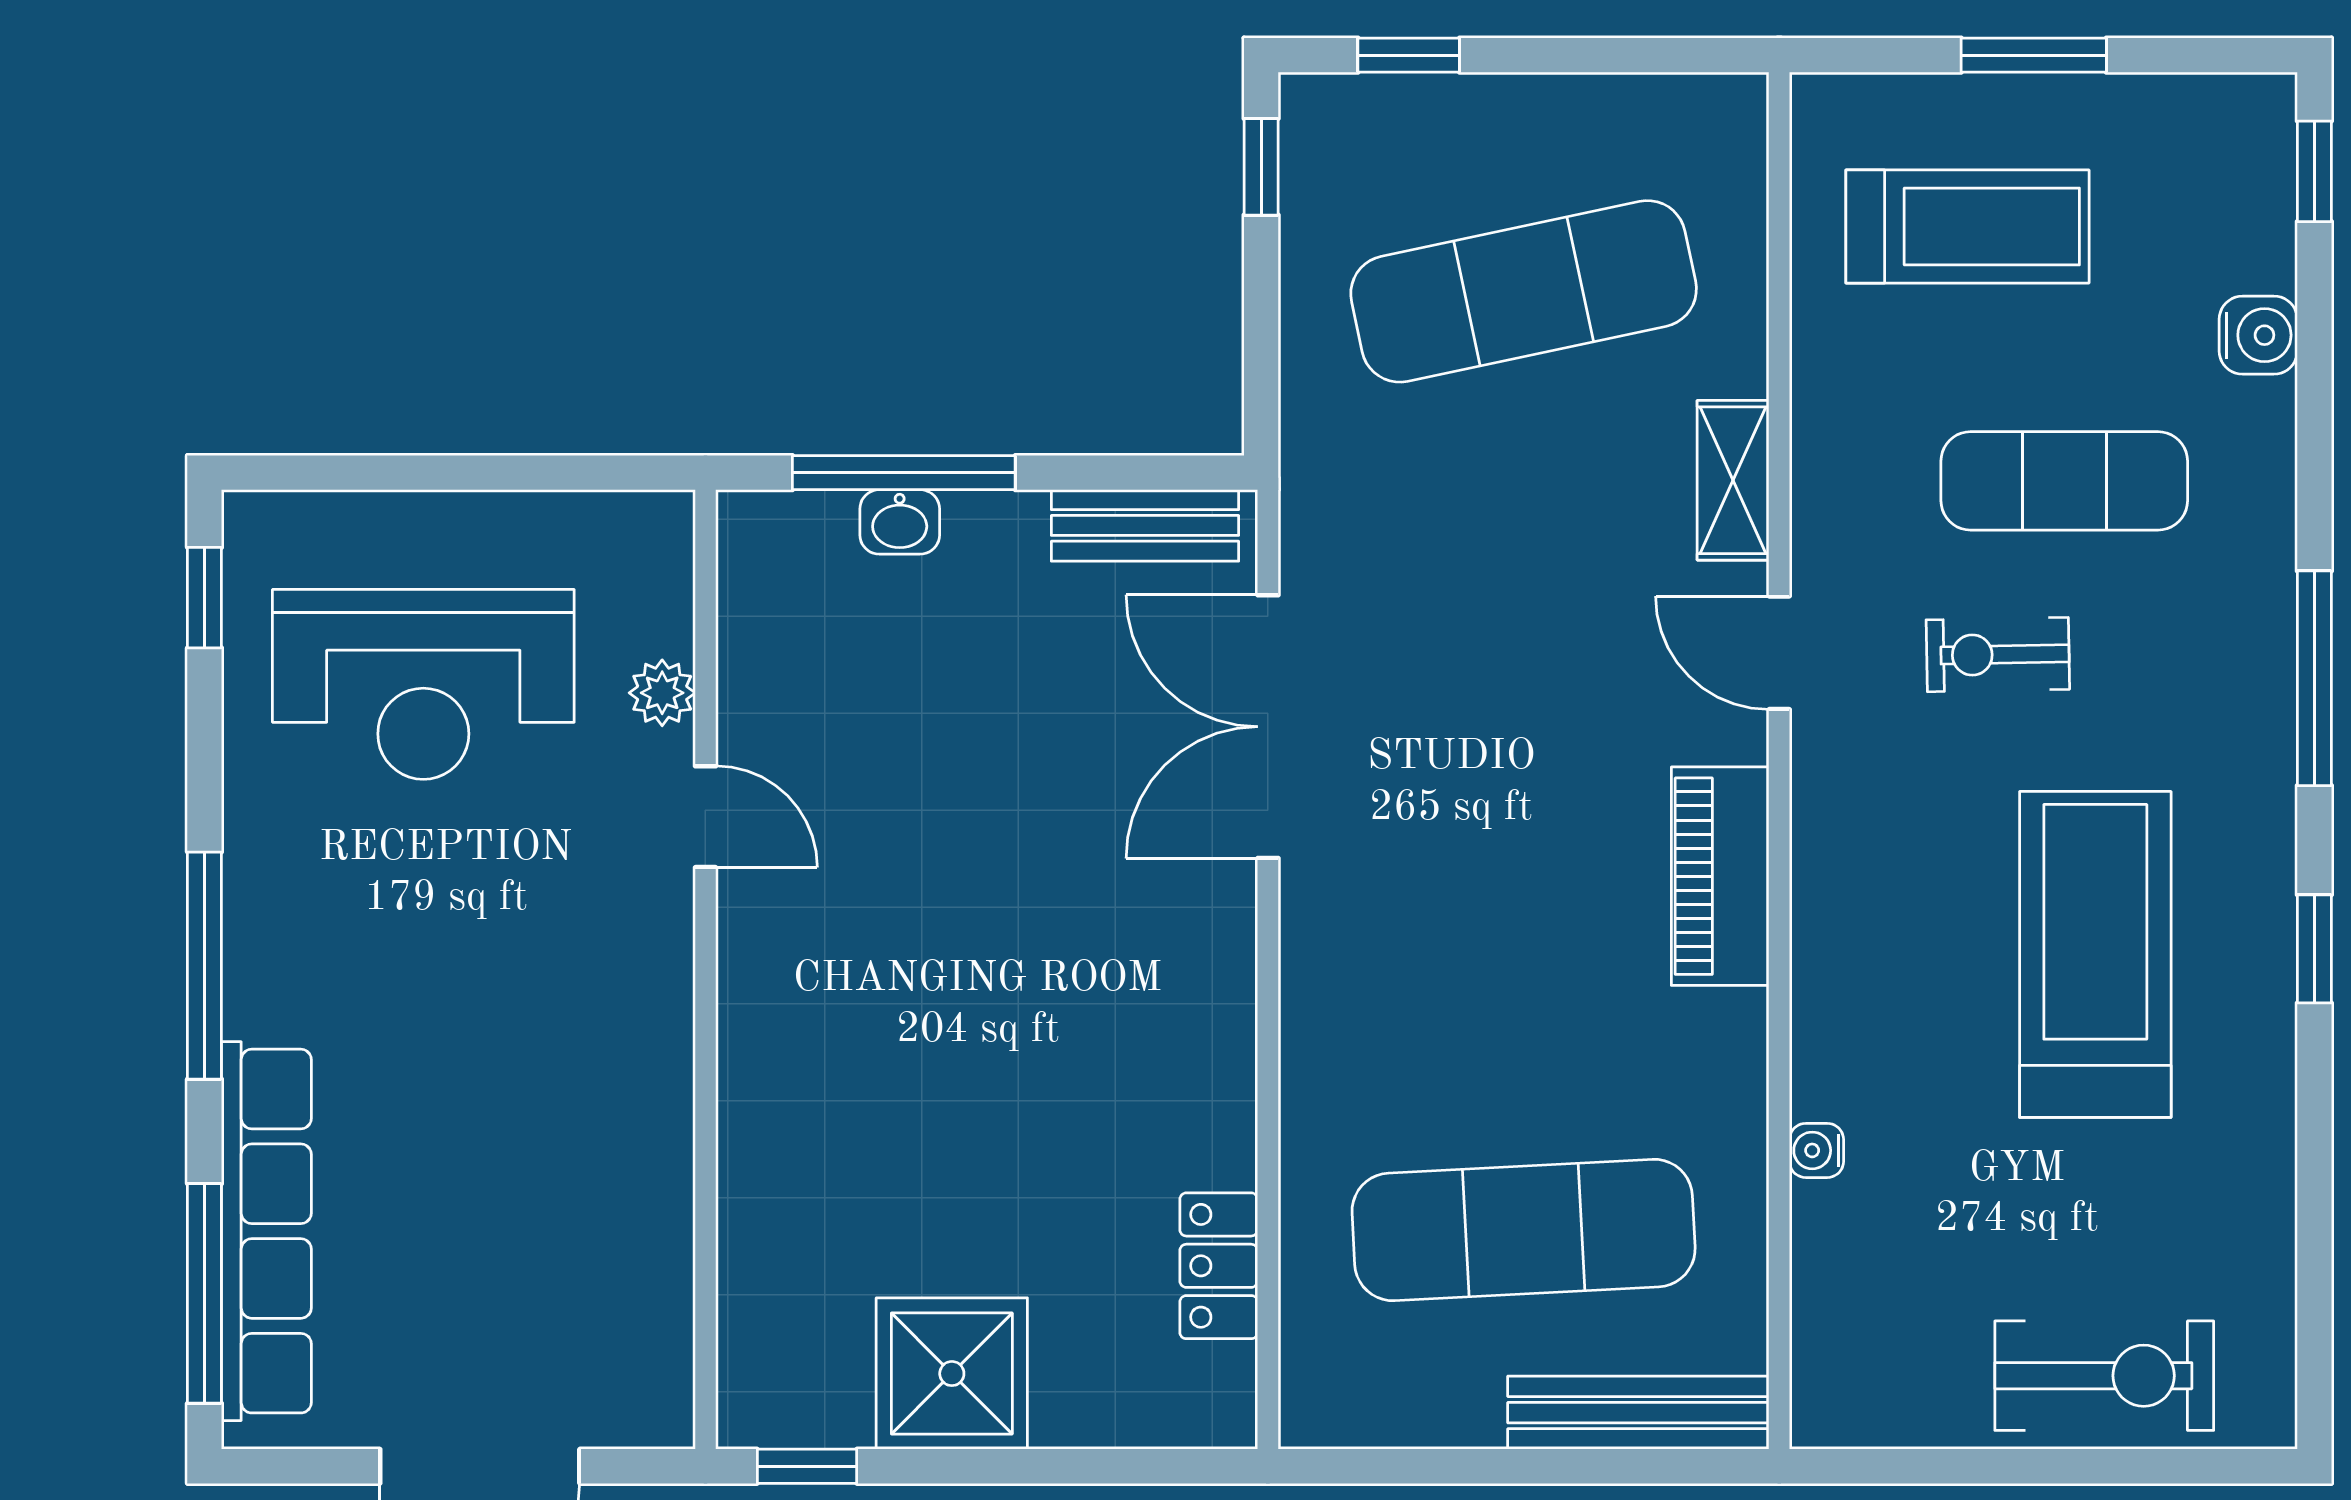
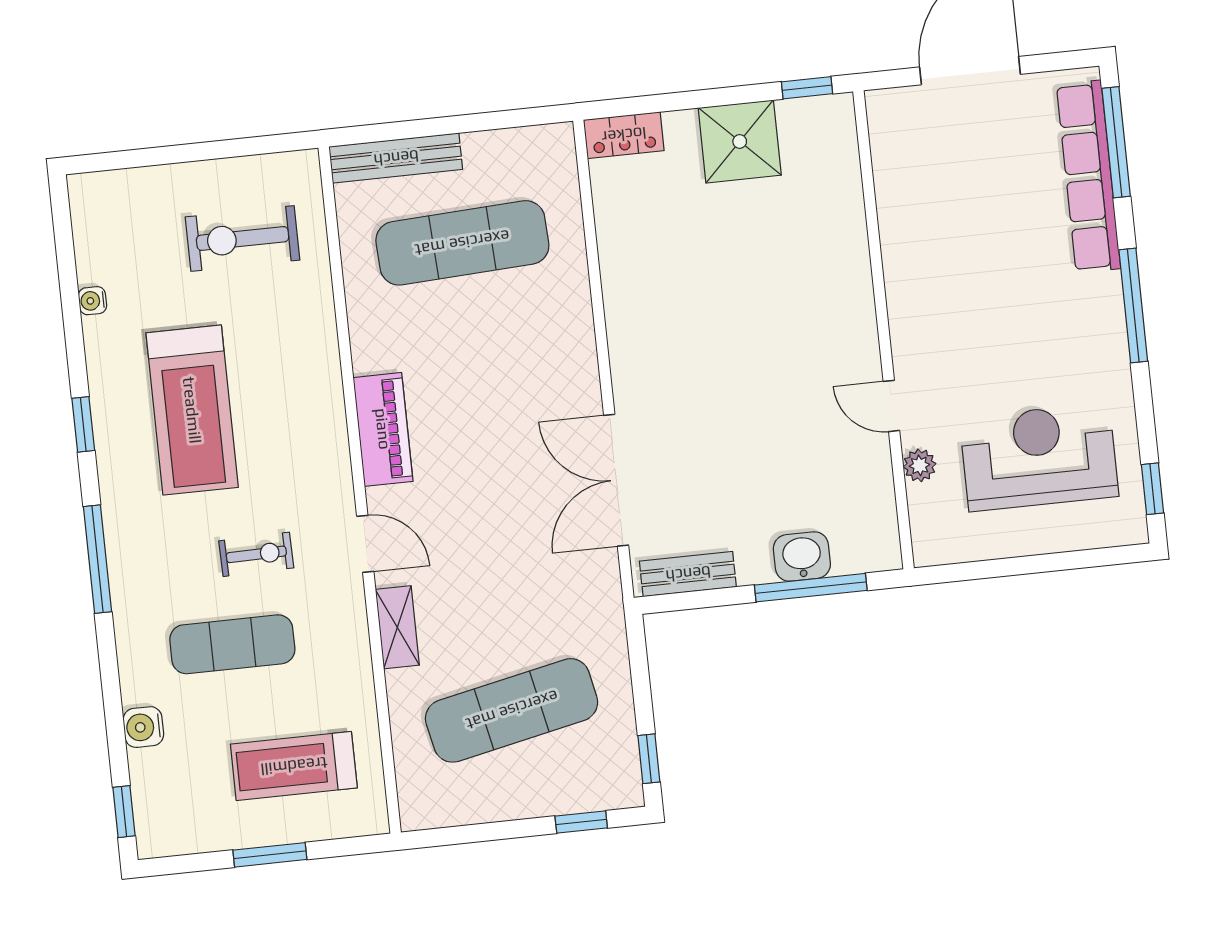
washbasin: (900, 522) -> (802, 557), width x1.38, depth x1.45
double door: (1268, 727) -> (616, 480), swing flipped
water cooler: (1816, 1150) -> (92, 301), moved, turned 180
locker: (1219, 1266) -> (624, 135), moved, turned 90
exercise bike: (2104, 1376) -> (243, 239), moved

